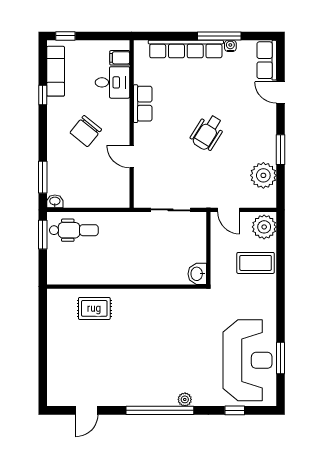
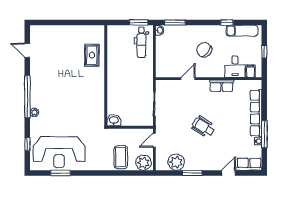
window: (65, 36) -> (264, 52), moved

